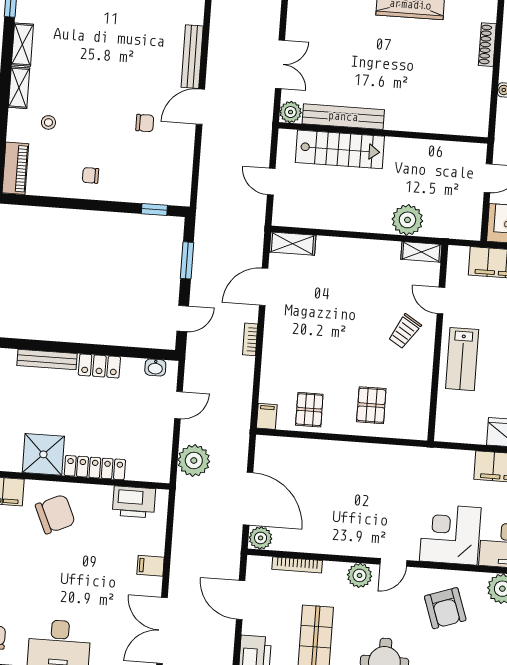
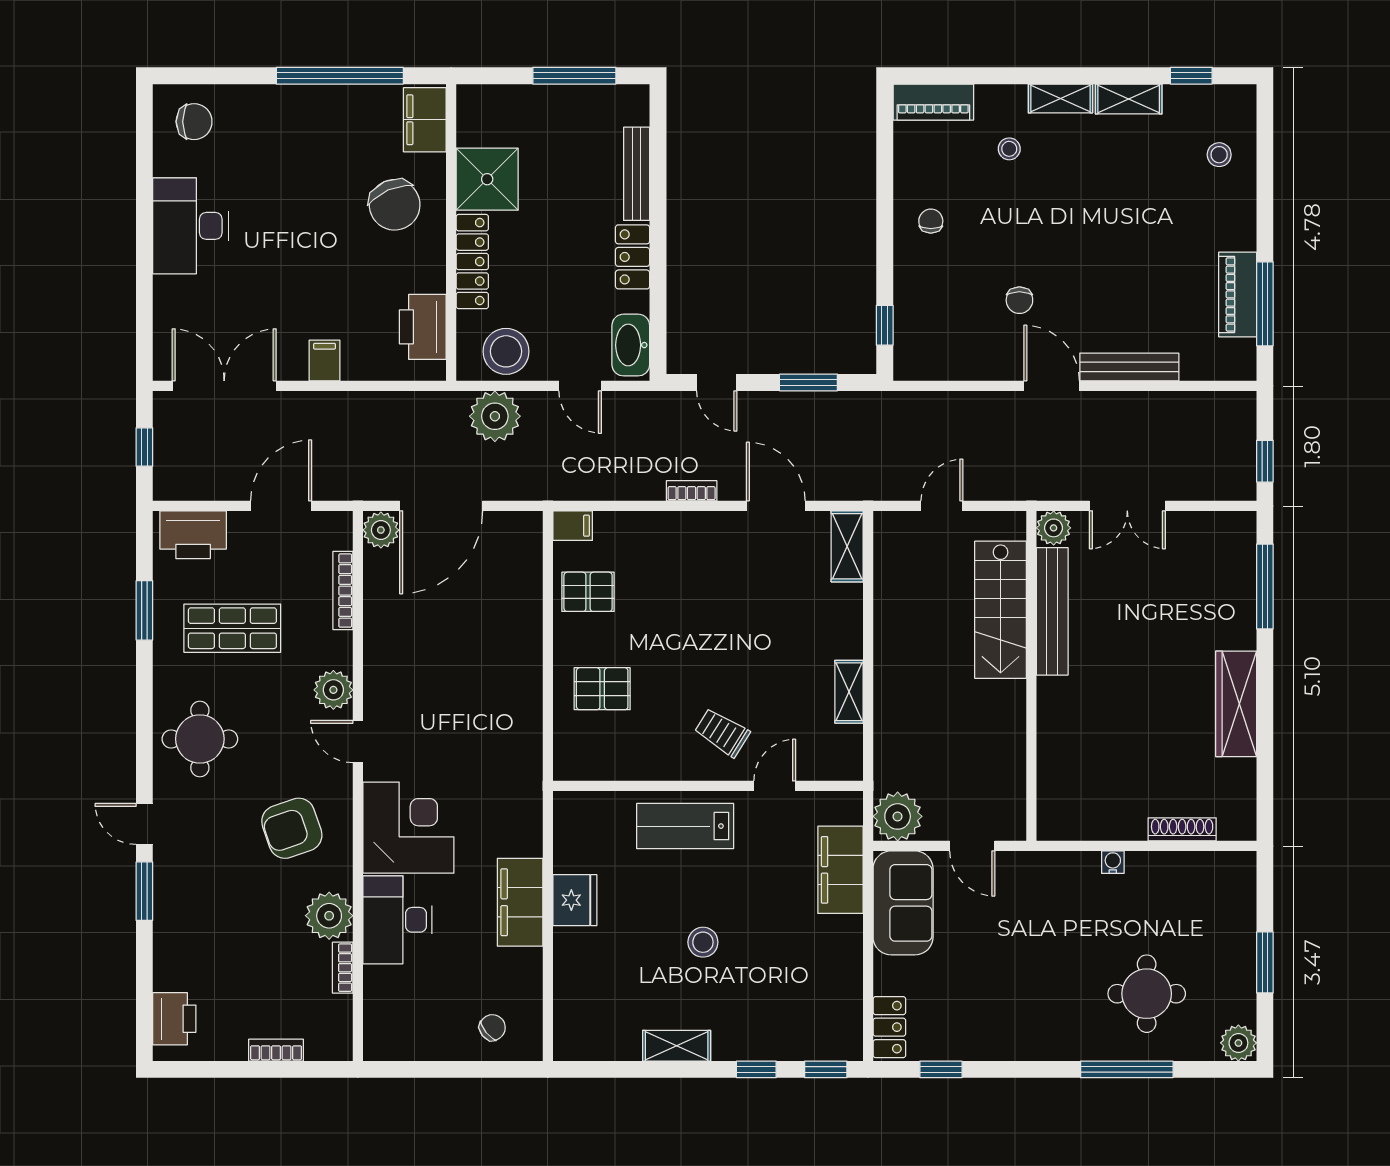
plant: (407, 220) -> (898, 816), moved
shelving: (421, 252) -> (849, 692), moved
washbasin: (155, 367) -> (631, 345), width x1.91, depth x1.45
stool: (153, 450) -> (506, 351), added

